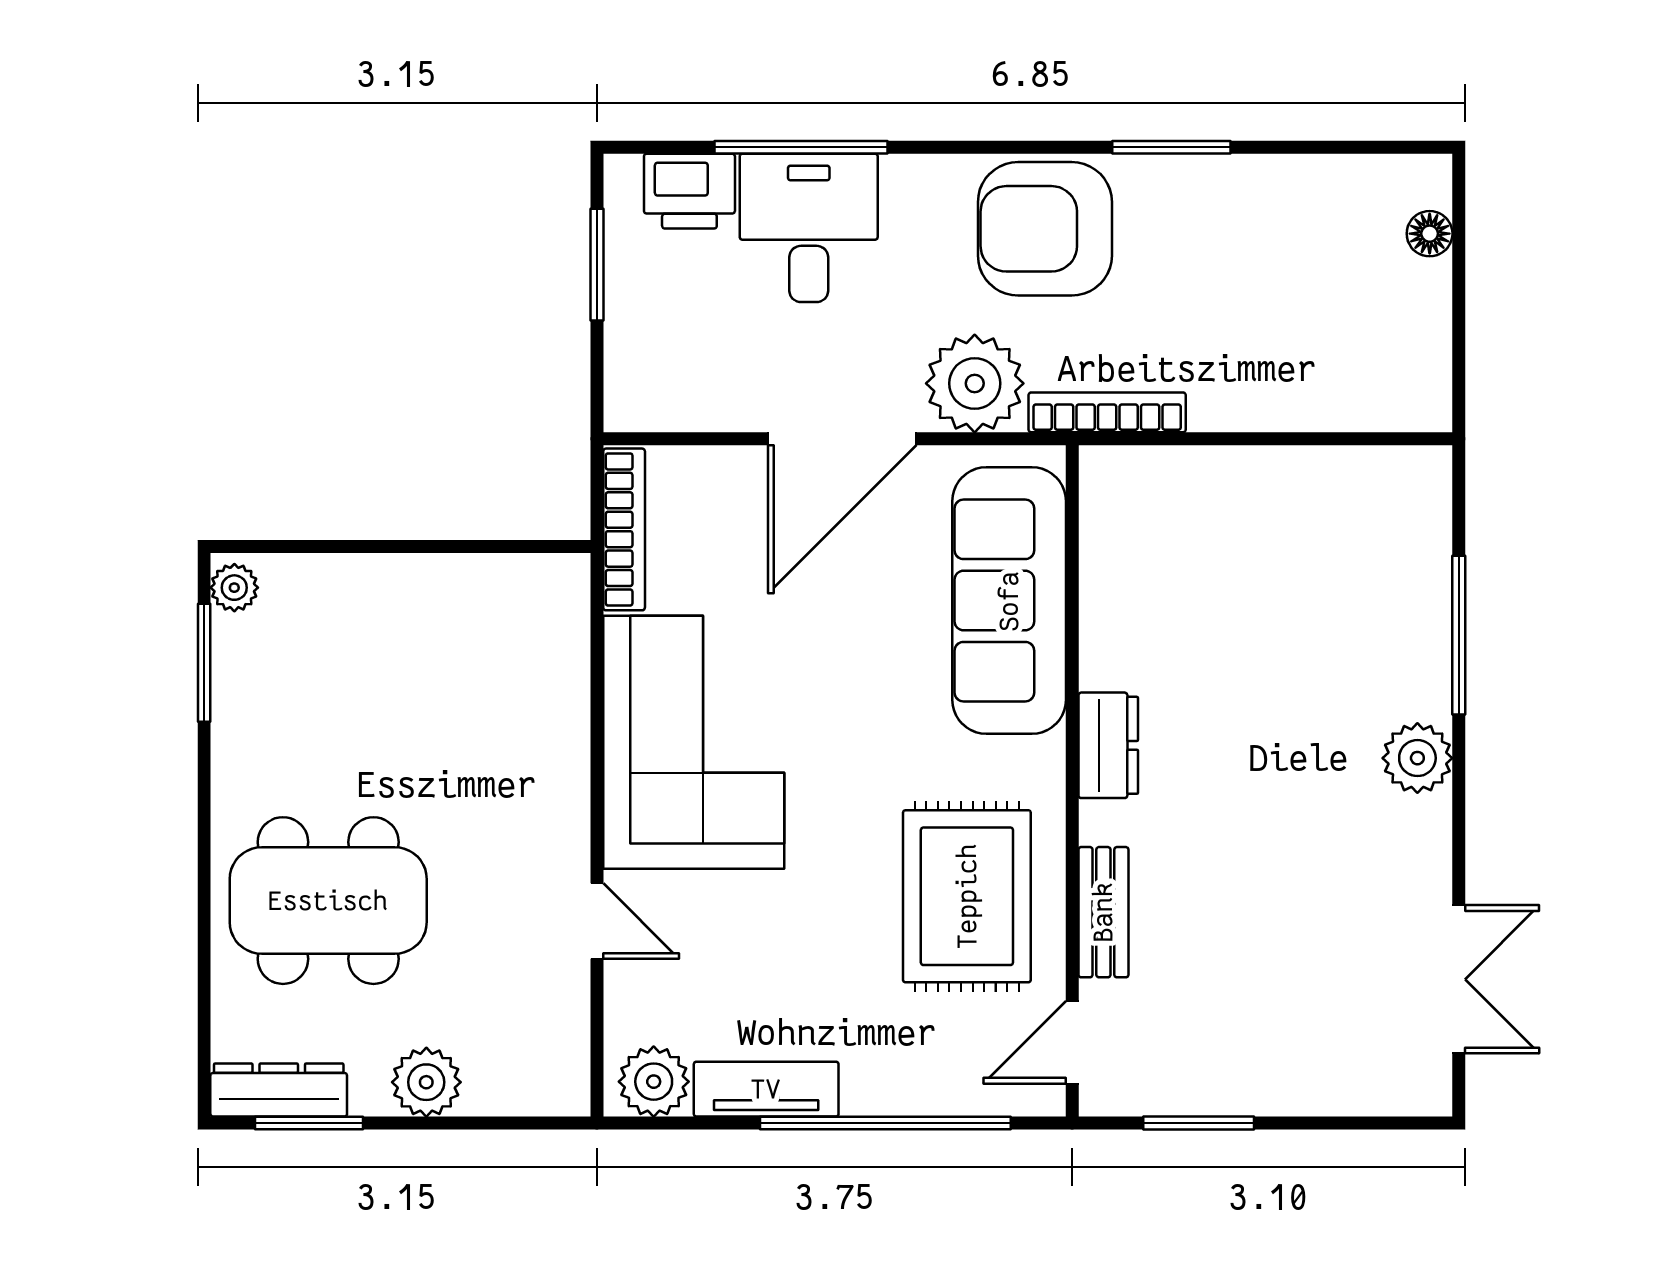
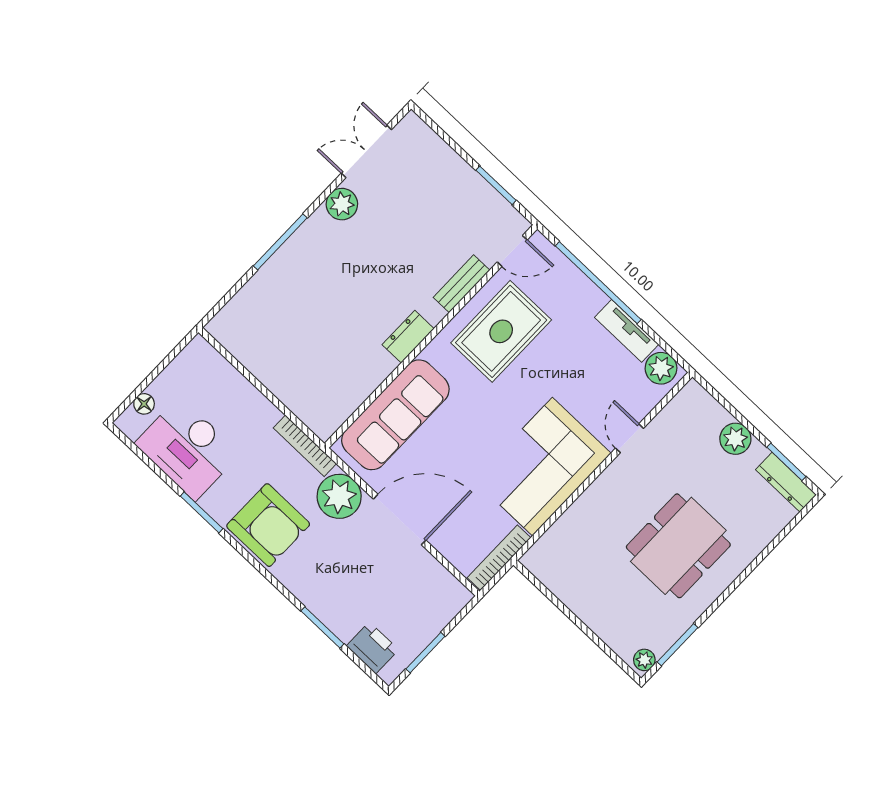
window: (801, 147) -> (322, 627), width x0.69
desk: (809, 228) -> (187, 449), moved, width x1.37
window: (1459, 635) -> (280, 242), moved
plant: (1417, 758) -> (342, 204), moved
dining table: (328, 901) -> (678, 546), moved, turned 90

